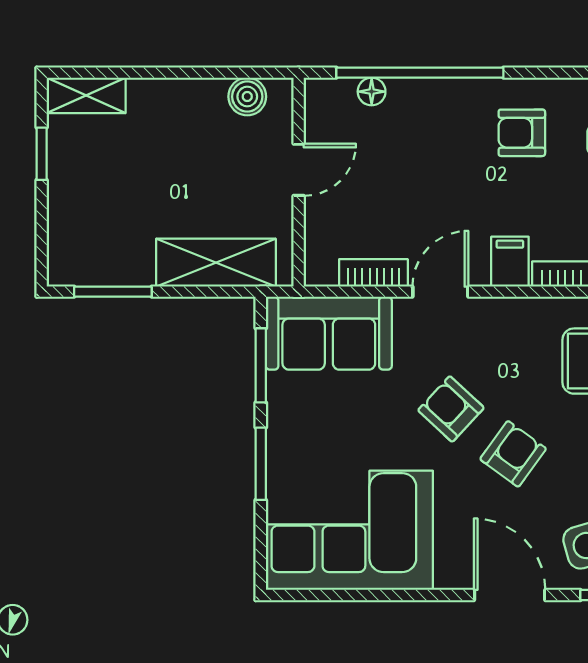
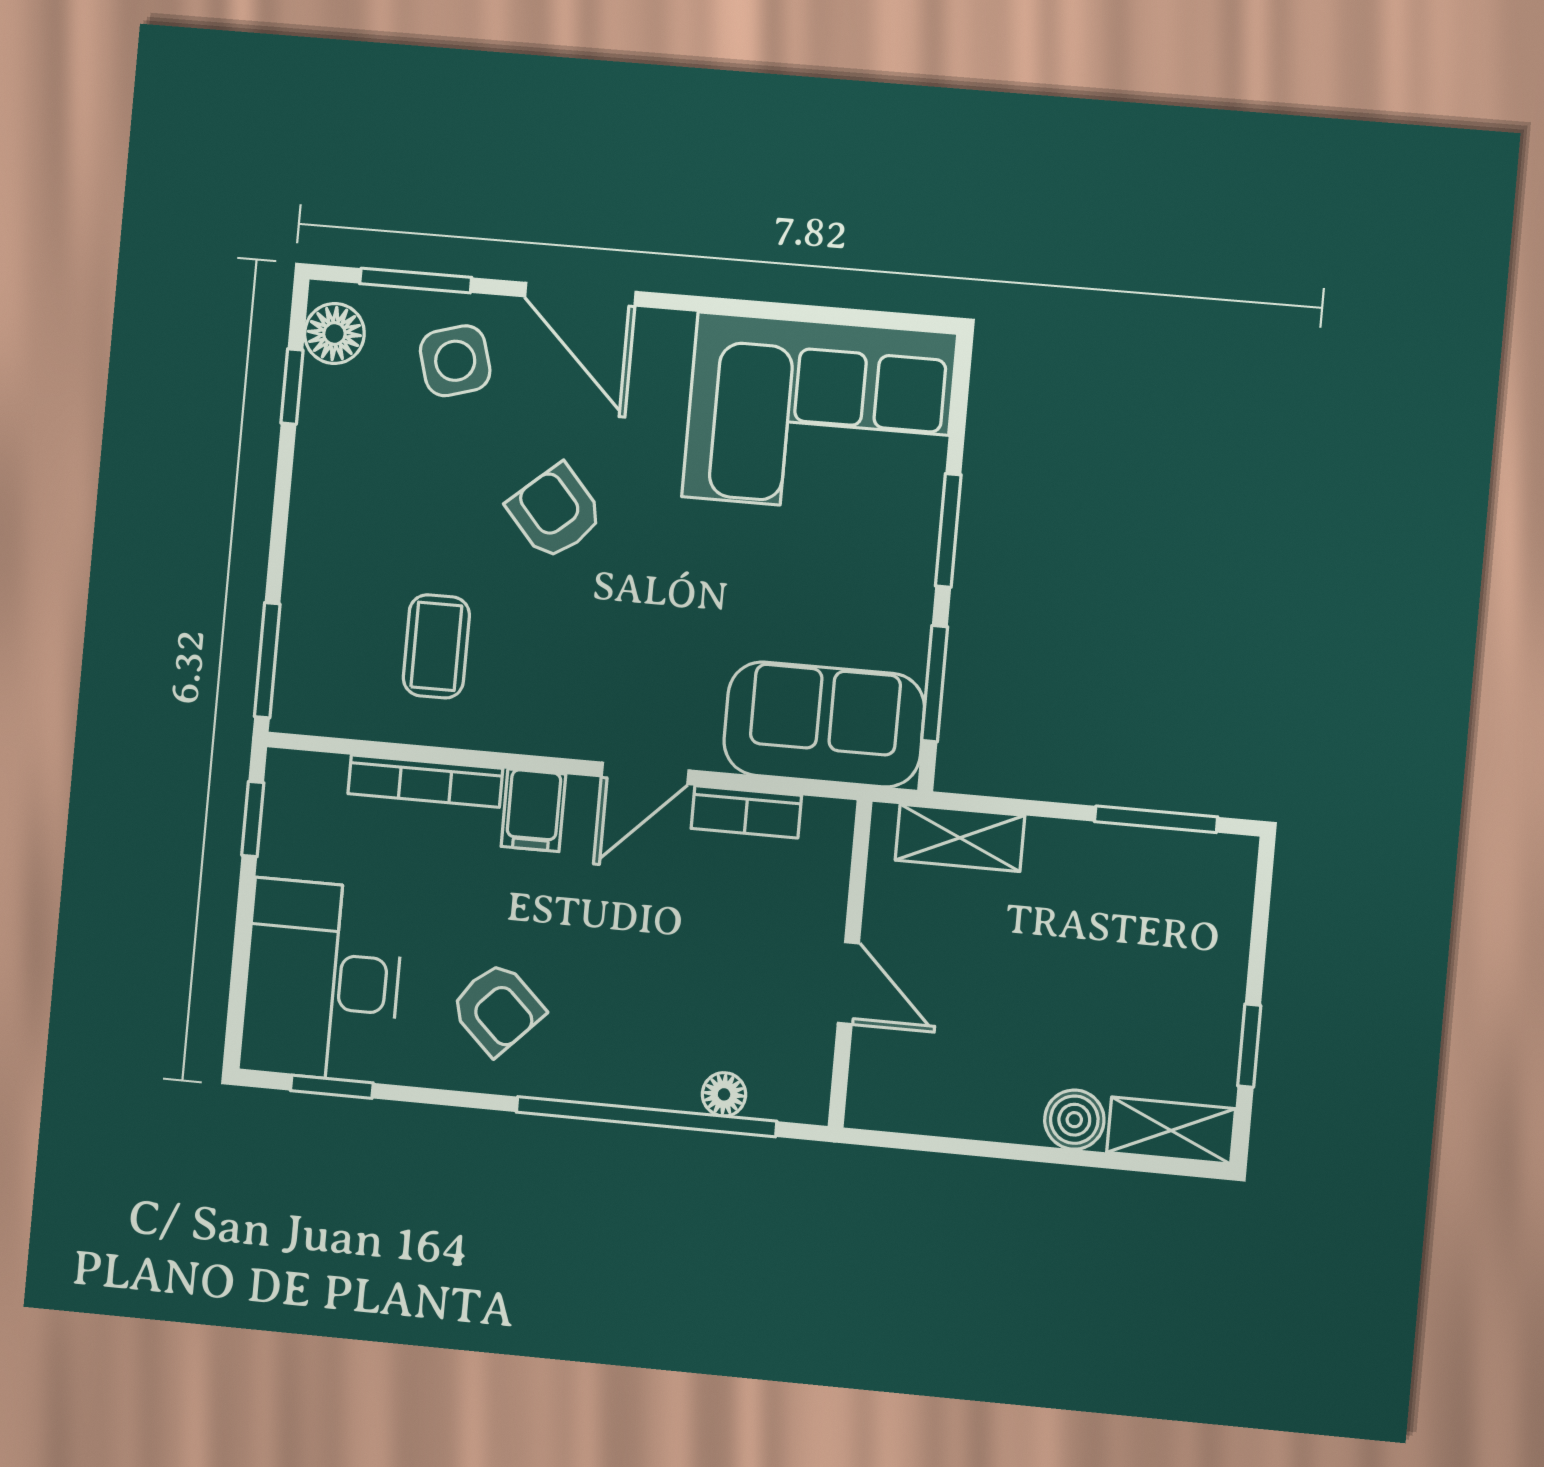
boiler: (247, 97) -> (1074, 1120), moved
armchair: (522, 133) -> (497, 1008), turned 44
door: (299, 170) -> (848, 983), swing flipped
shelving: (216, 263) -> (960, 838), width x0.67, depth x0.75
armchair: (451, 409) -> (645, 590), removed
armchair: (513, 454) -> (555, 512), turned 103

